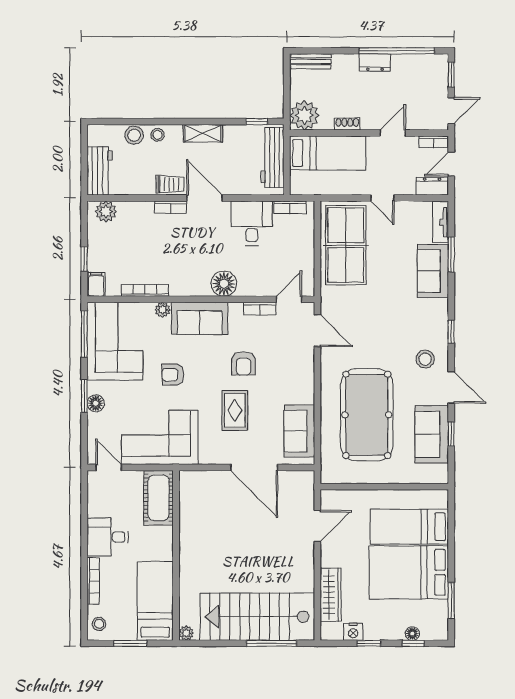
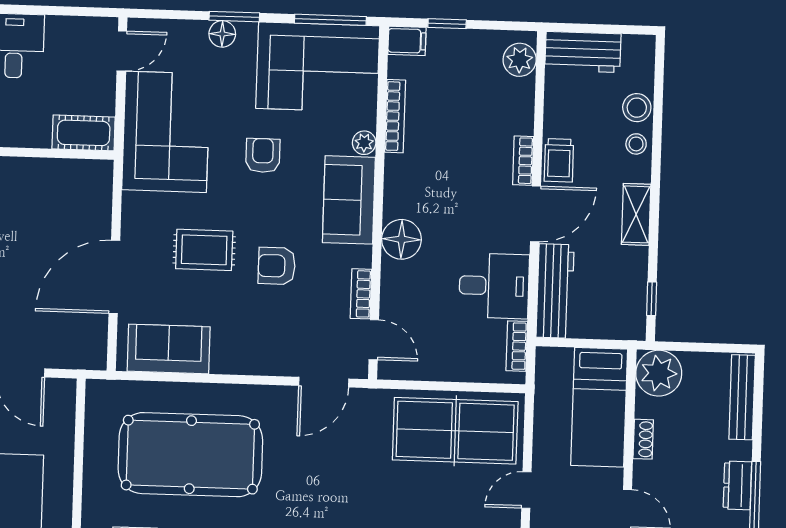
bench: (311, 61) -> (742, 397), width x1.36
workbench: (273, 158) -> (555, 291), moved, turned 90
cot: (159, 498) -> (84, 133), width x0.73, depth x0.75

